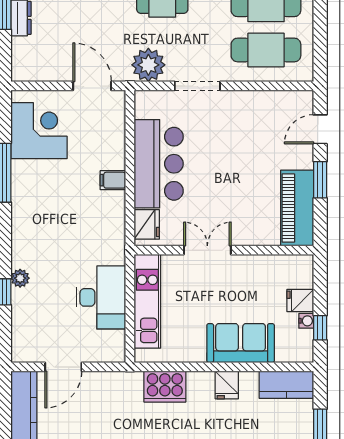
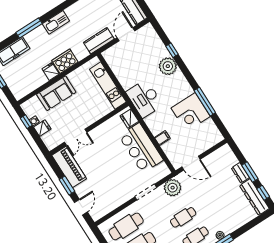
corner desk: (39, 131) -> (191, 112), moved
filing cabinet: (113, 180) -> (162, 138), moved
double door: (207, 250) -> (76, 137), moved
plant: (20, 278) -> (168, 66), width x1.87, depth x1.87
desk: (101, 297) -> (144, 99), moved
kitchen counter: (286, 385) -> (99, 41), moved
cooker: (165, 387) -> (65, 61), moved

